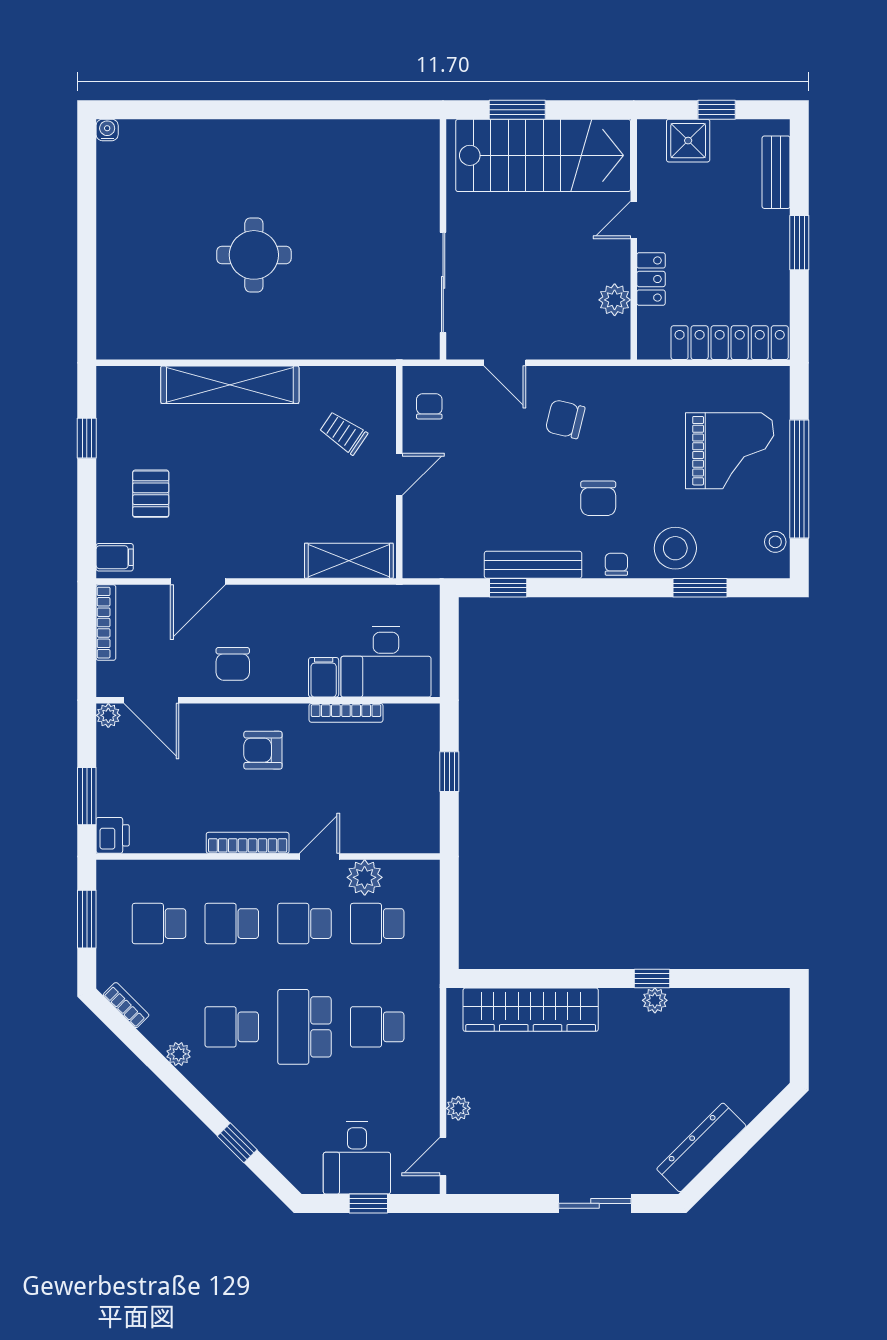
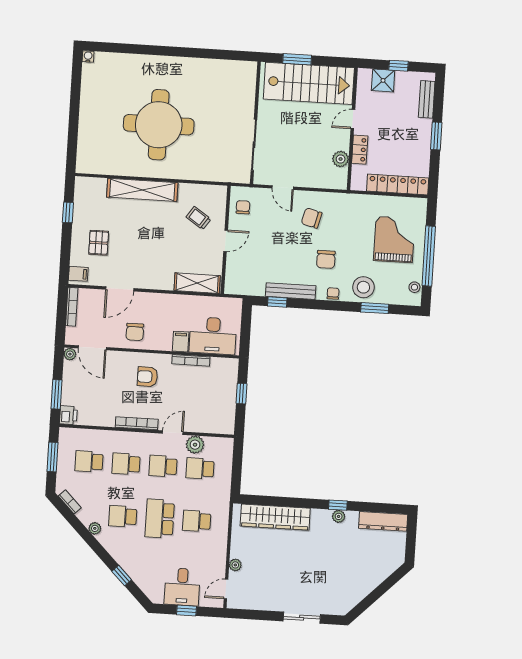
round table: (254, 255) -> (159, 125), width x1.86, depth x1.86
grand piano: (730, 451) -> (394, 239), turned -90
dresser: (701, 1147) -> (383, 521), moved, turned -135

